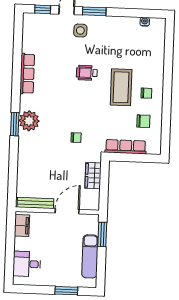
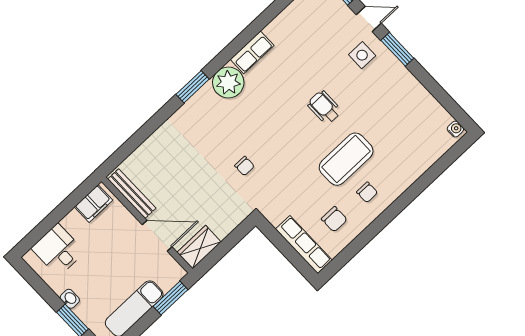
water cooler: (145, 22) -> (455, 129), moved
row of seats: (27, 74) -> (252, 52), width x0.68
plant: (29, 121) -> (228, 83), moved
row of seats: (126, 147) -> (304, 245), moved
wardrobe: (93, 176) -> (199, 247), moved
washbasin: (55, 282) -> (70, 299), added

